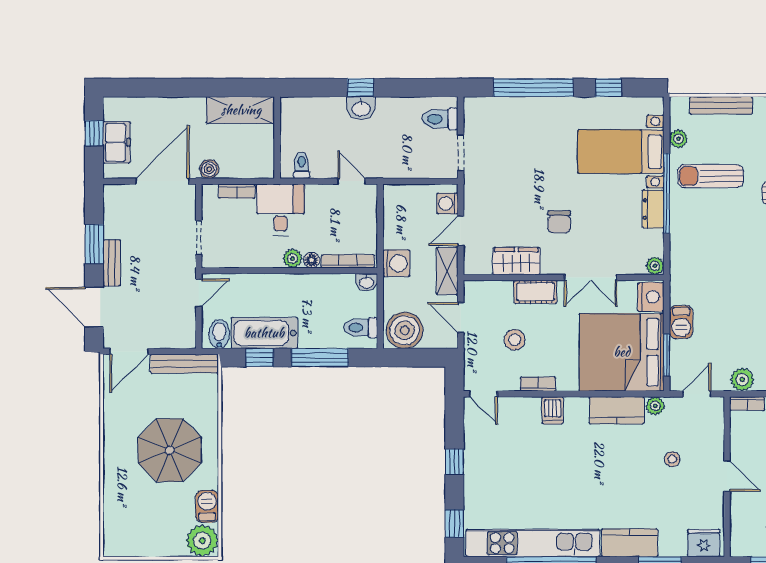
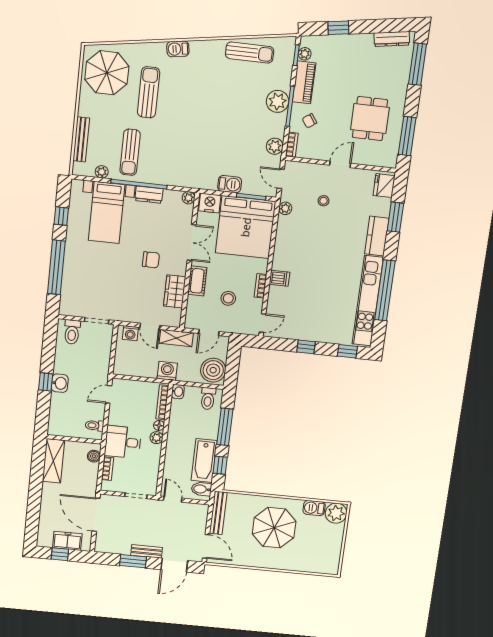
boiler: (209, 169) -> (94, 456), moved
kitchen counter: (617, 410) -> (285, 235), removed

